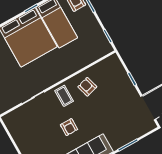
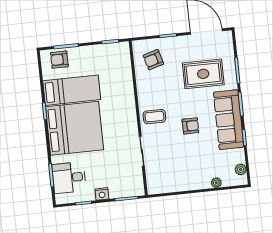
armchair: (87, 87) -> (153, 60), moved
rug: (114, 119) -> (203, 74), added

